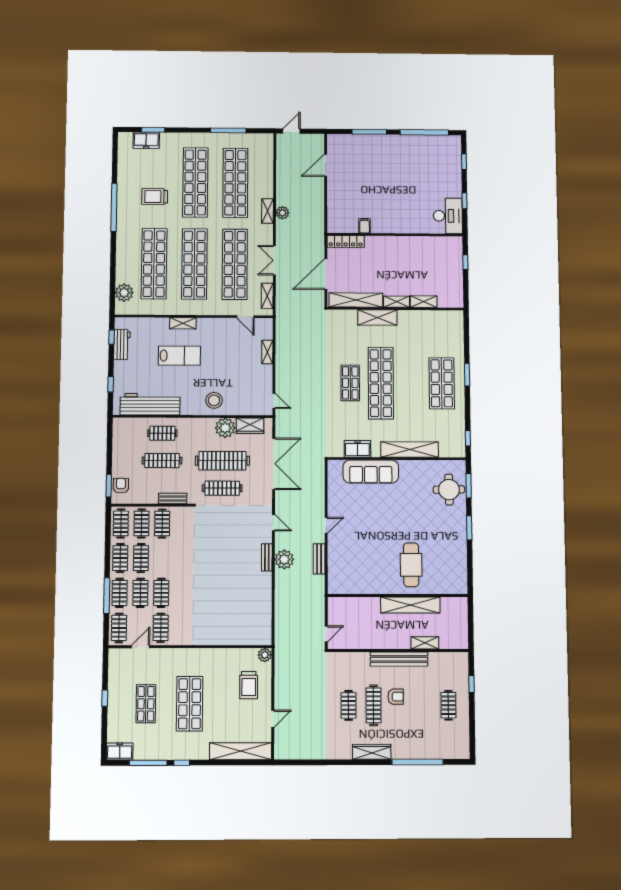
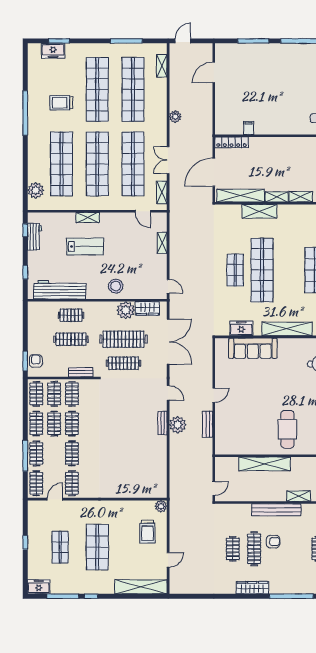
shelving: (268, 211) -> (162, 66), moved
clothes rail: (140, 593) -> (72, 424), moved
shelving: (410, 605) -> (264, 464), moved

